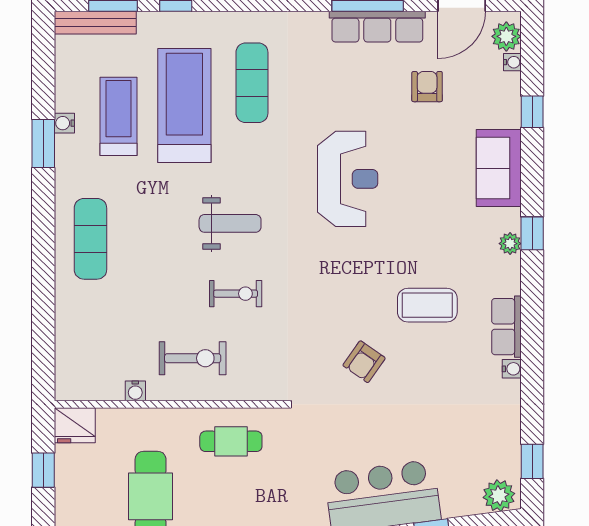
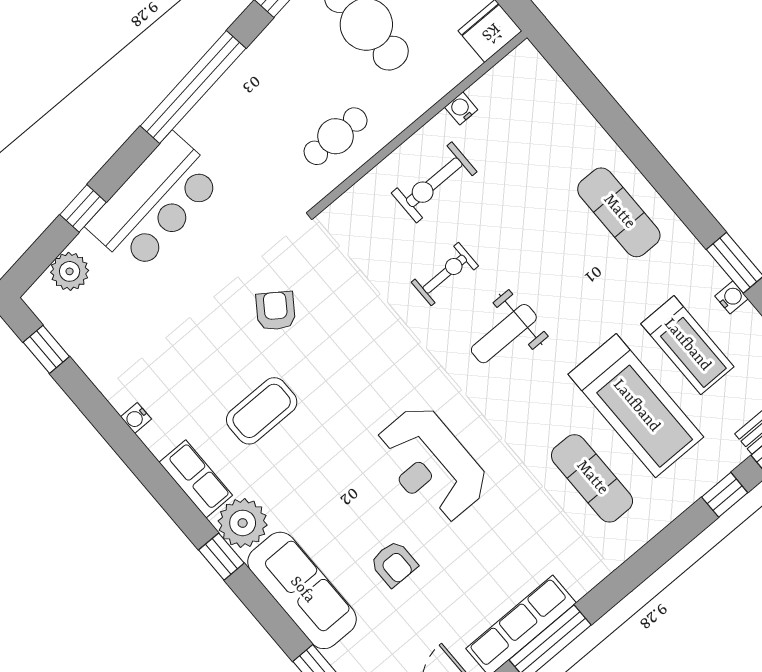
armchair: (427, 87) -> (394, 564), moved
sofa: (499, 168) -> (302, 590), width x1.36
plant: (510, 244) -> (243, 523), width x1.88, depth x1.88
exercise bike: (236, 294) -> (445, 274), turned 180
row of seats: (506, 327) -> (196, 479), moved
plant: (499, 496) -> (70, 271), moved

